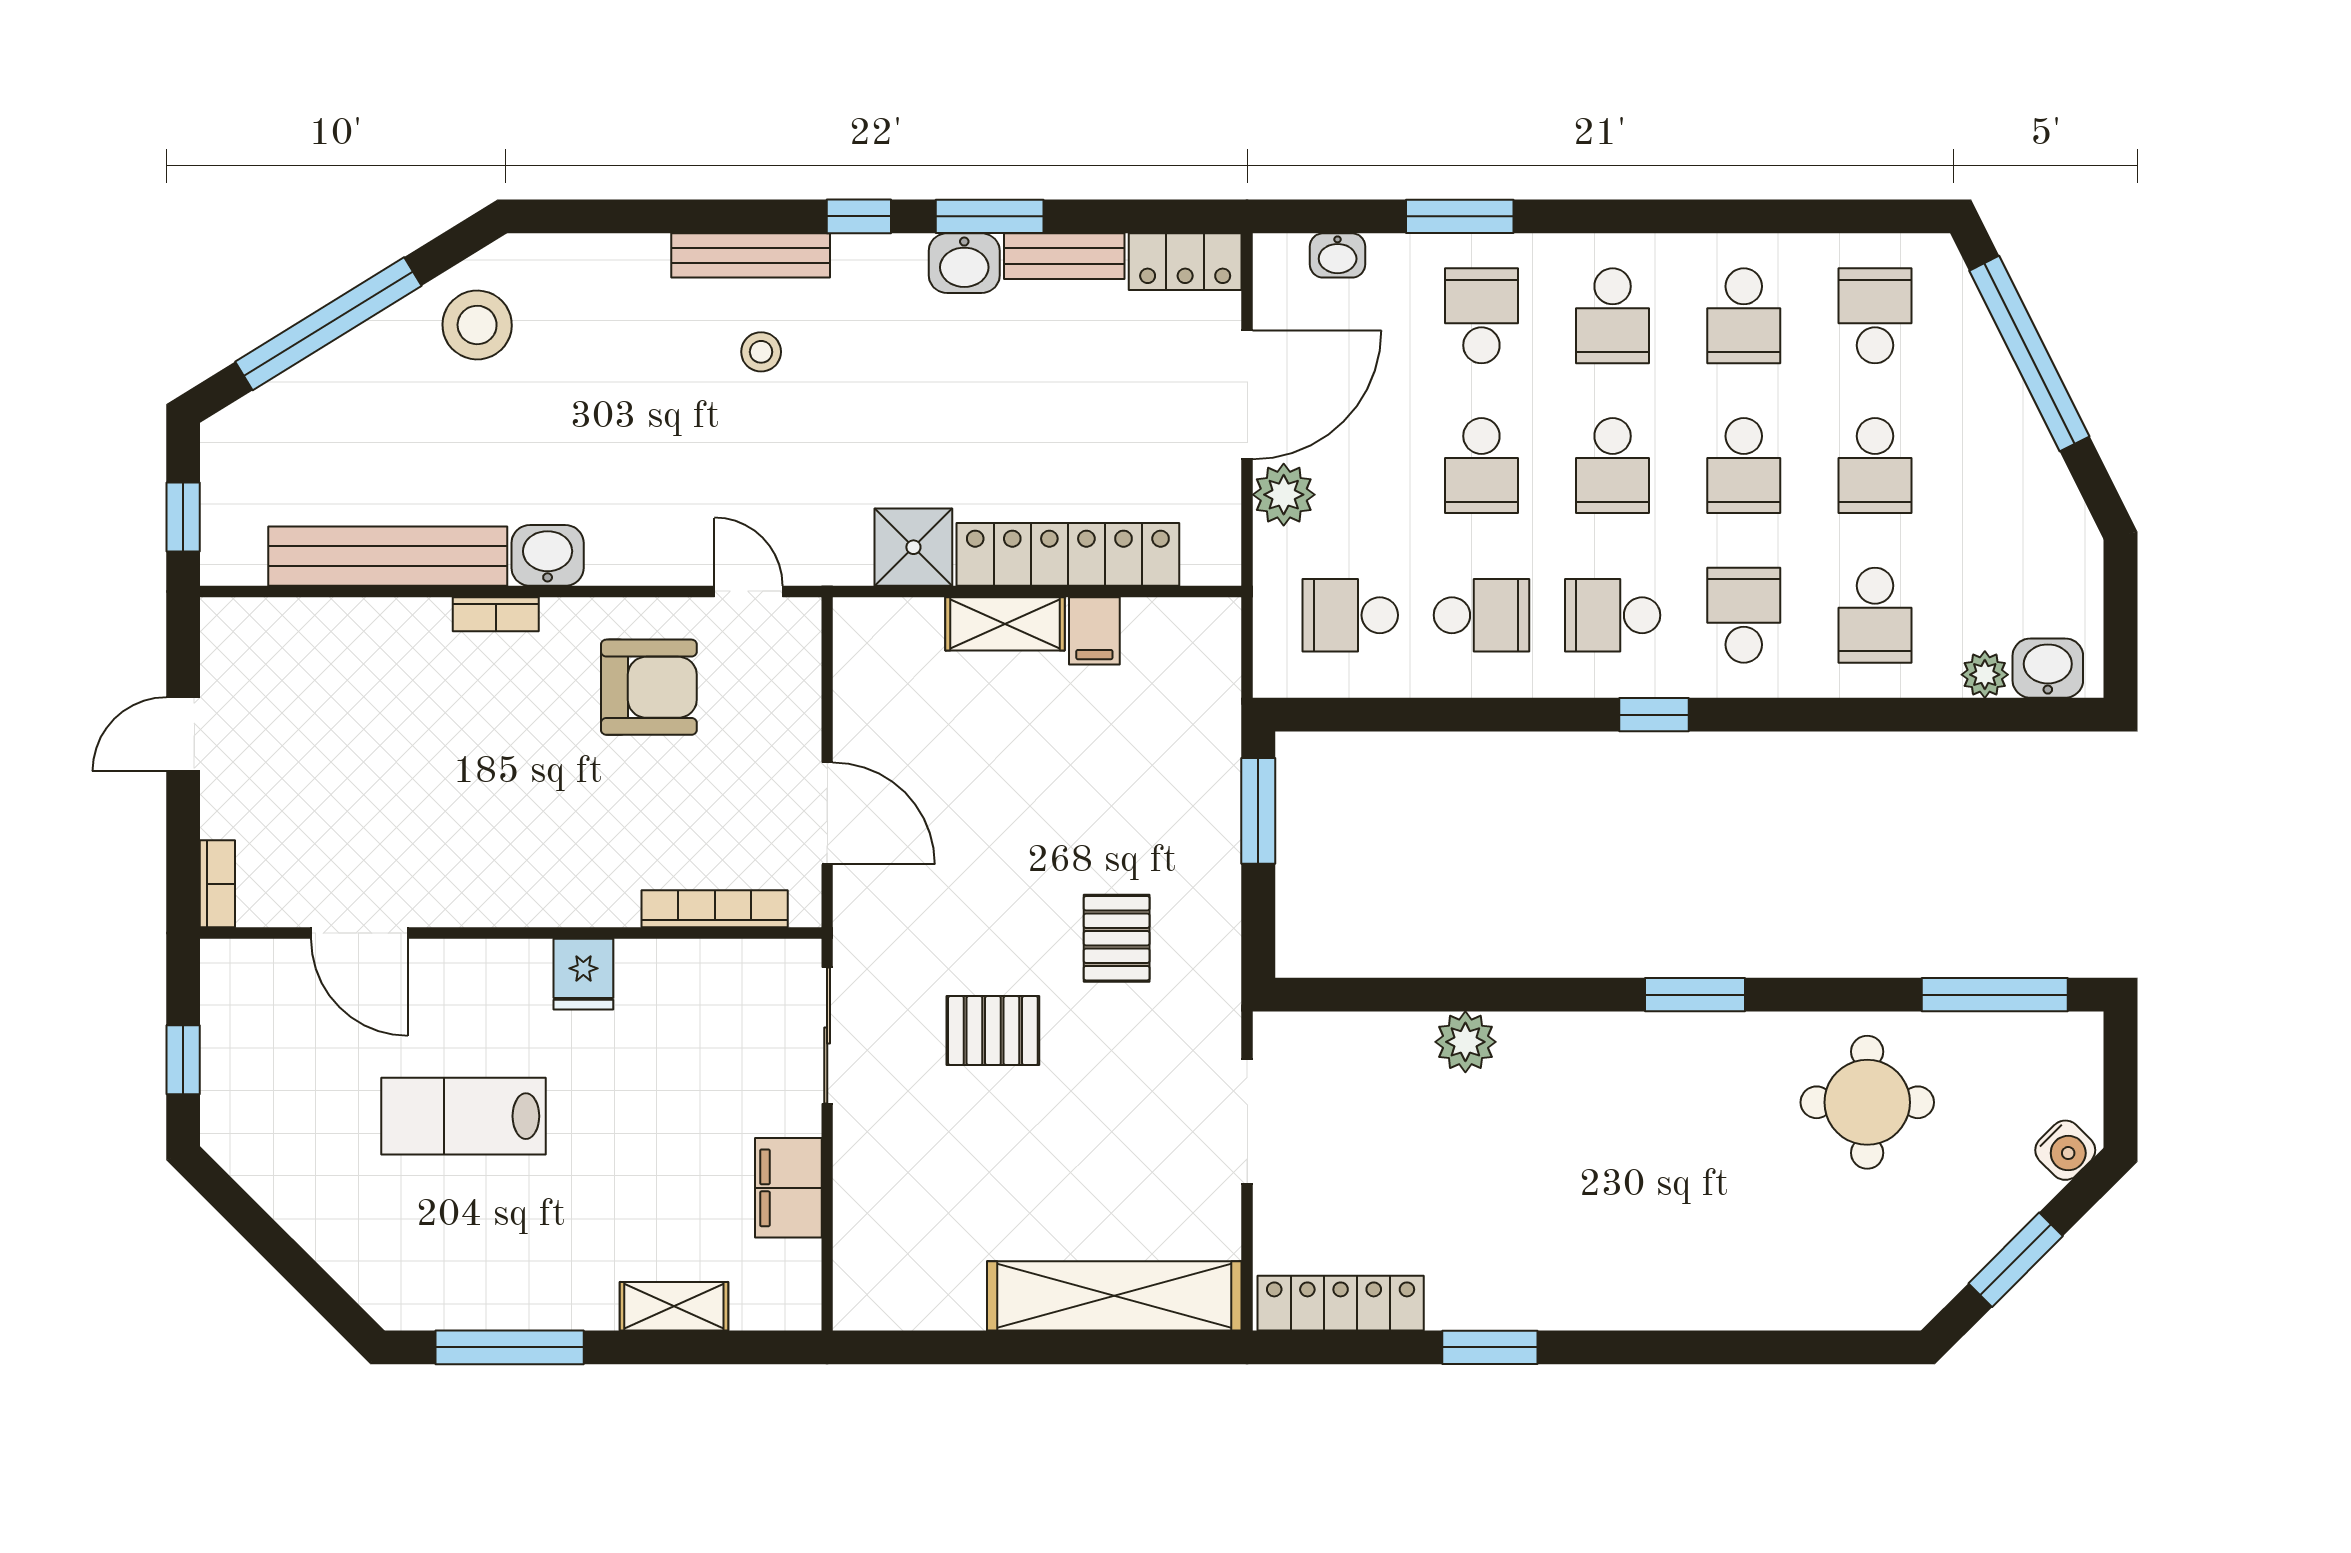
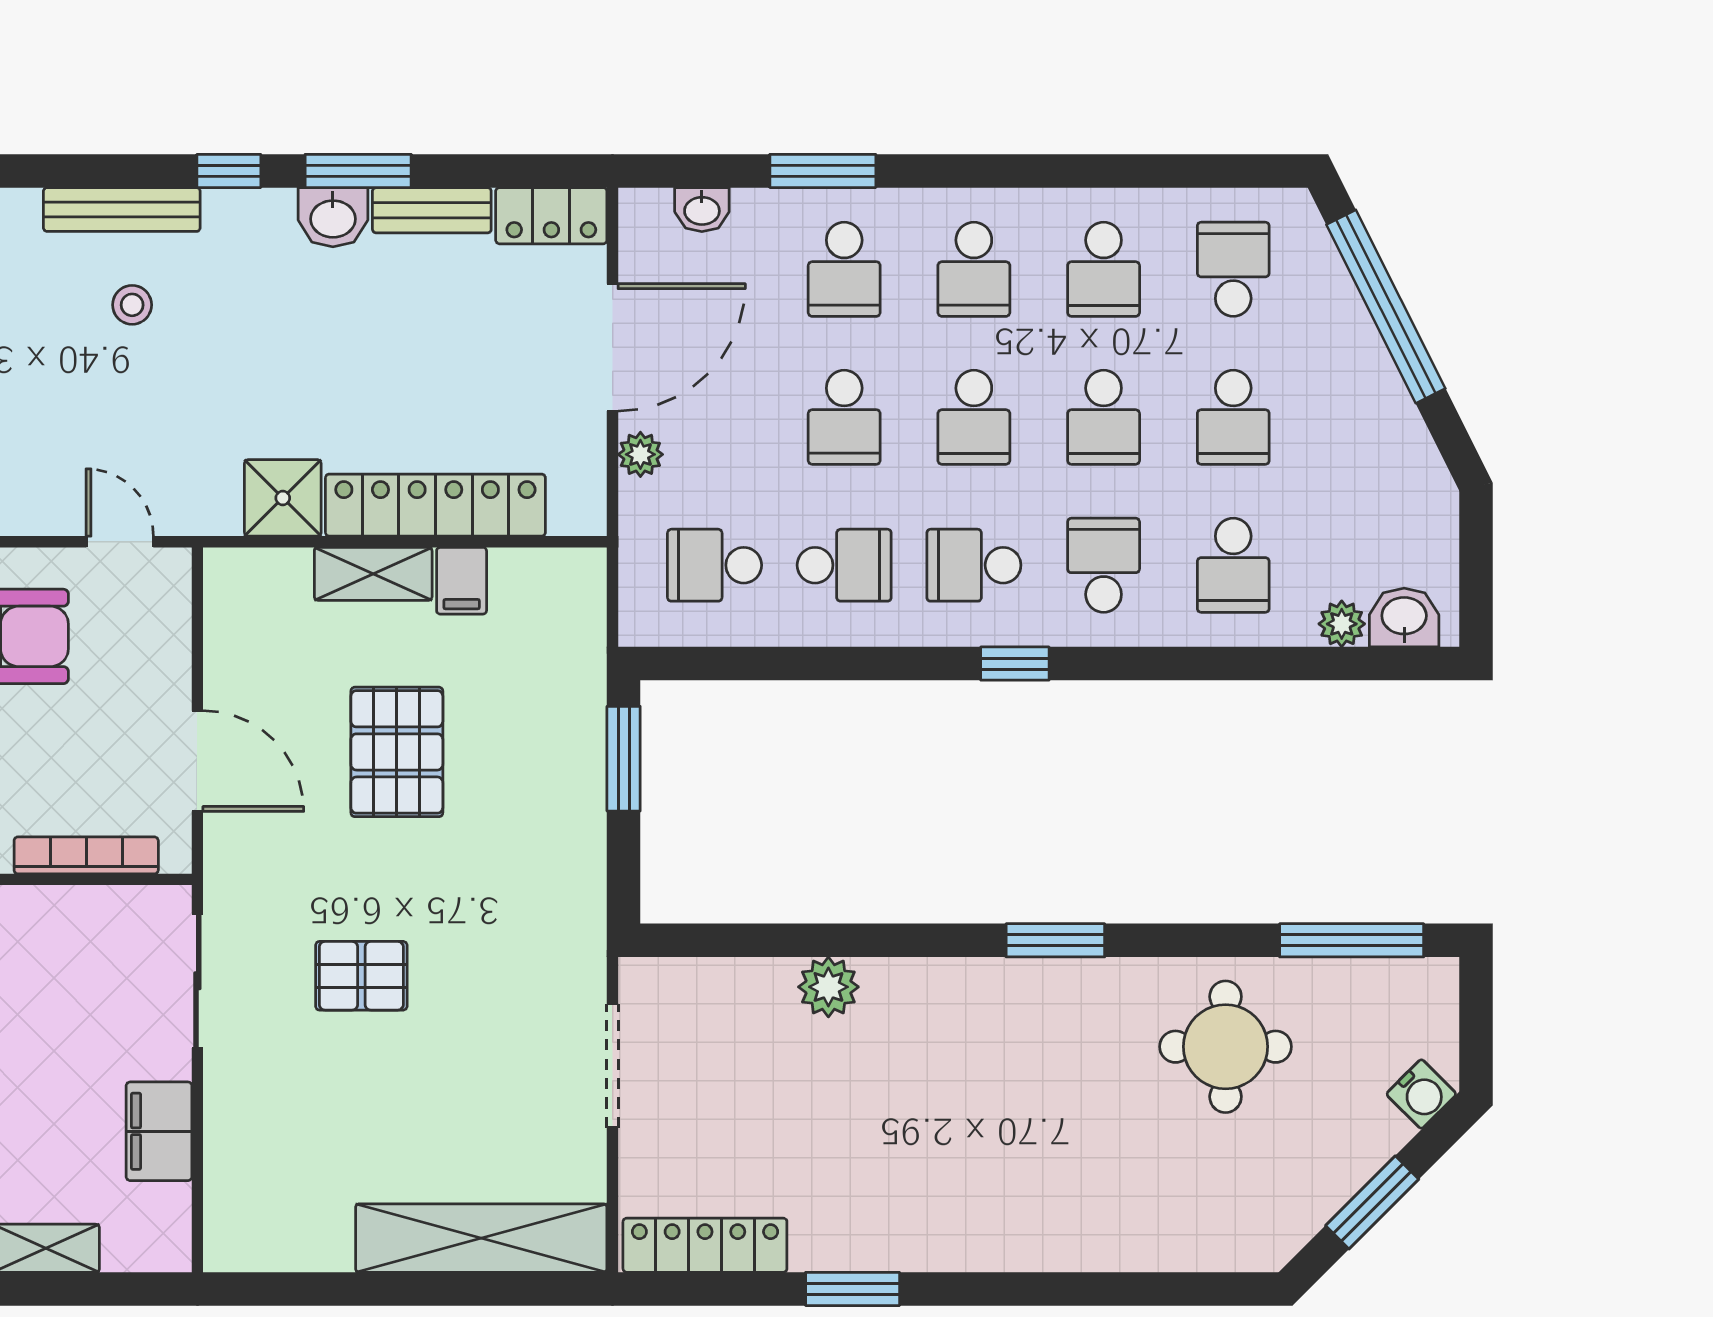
school desk: (1481, 316) -> (844, 269), turned 180
plant: (1284, 495) -> (640, 454), width x0.73, depth x0.73
pallet: (1117, 938) -> (397, 752), moved, width x1.50, depth x1.42

